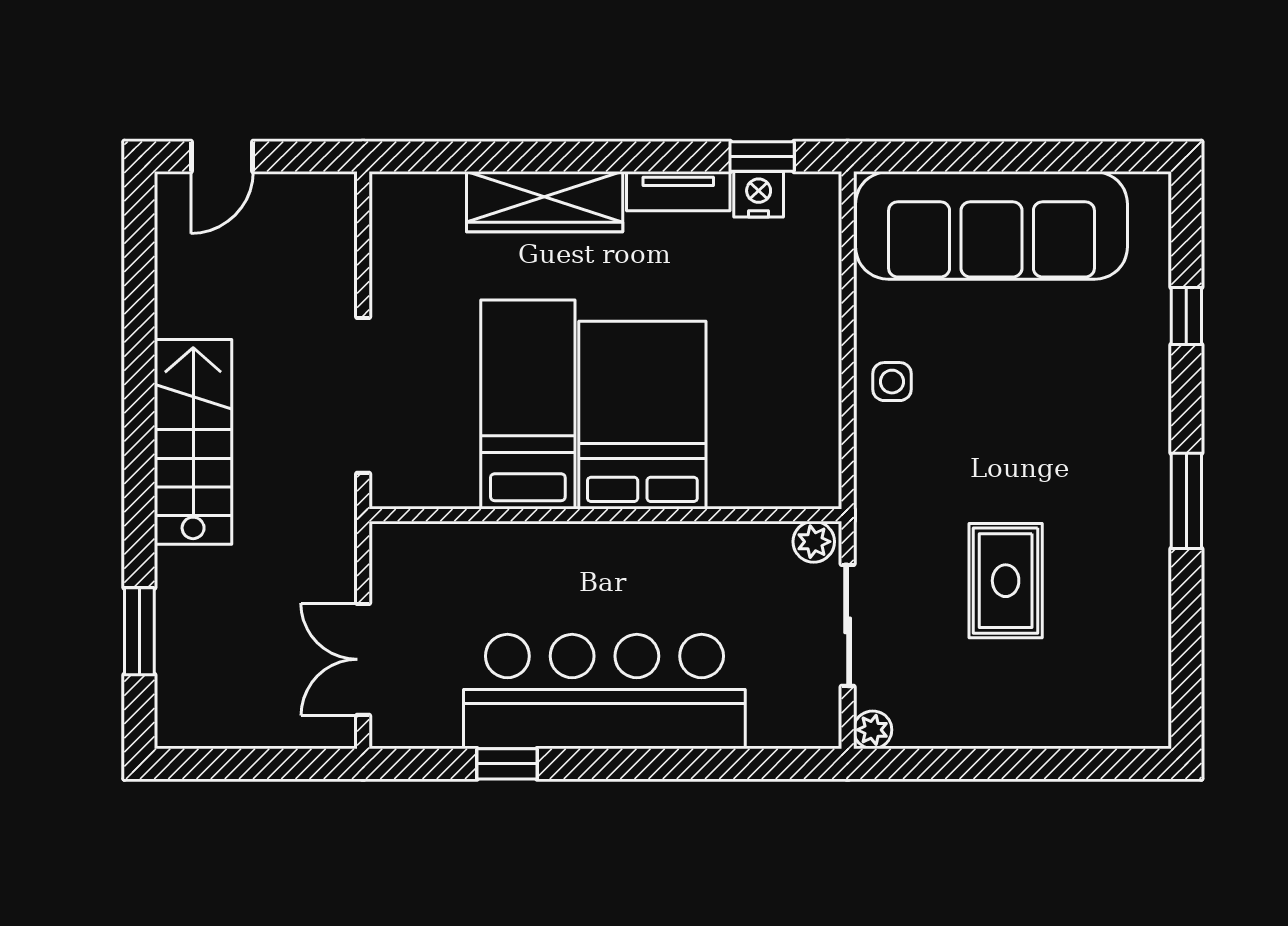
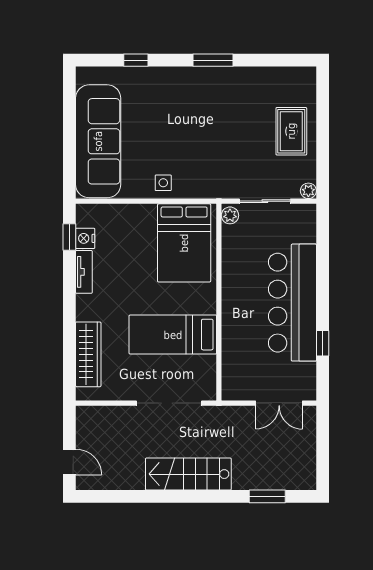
wardrobe: (545, 202) -> (88, 354), moved
bed: (642, 415) -> (184, 243), moved, turned -90
rug: (1006, 581) -> (291, 131), moved, turned 90

